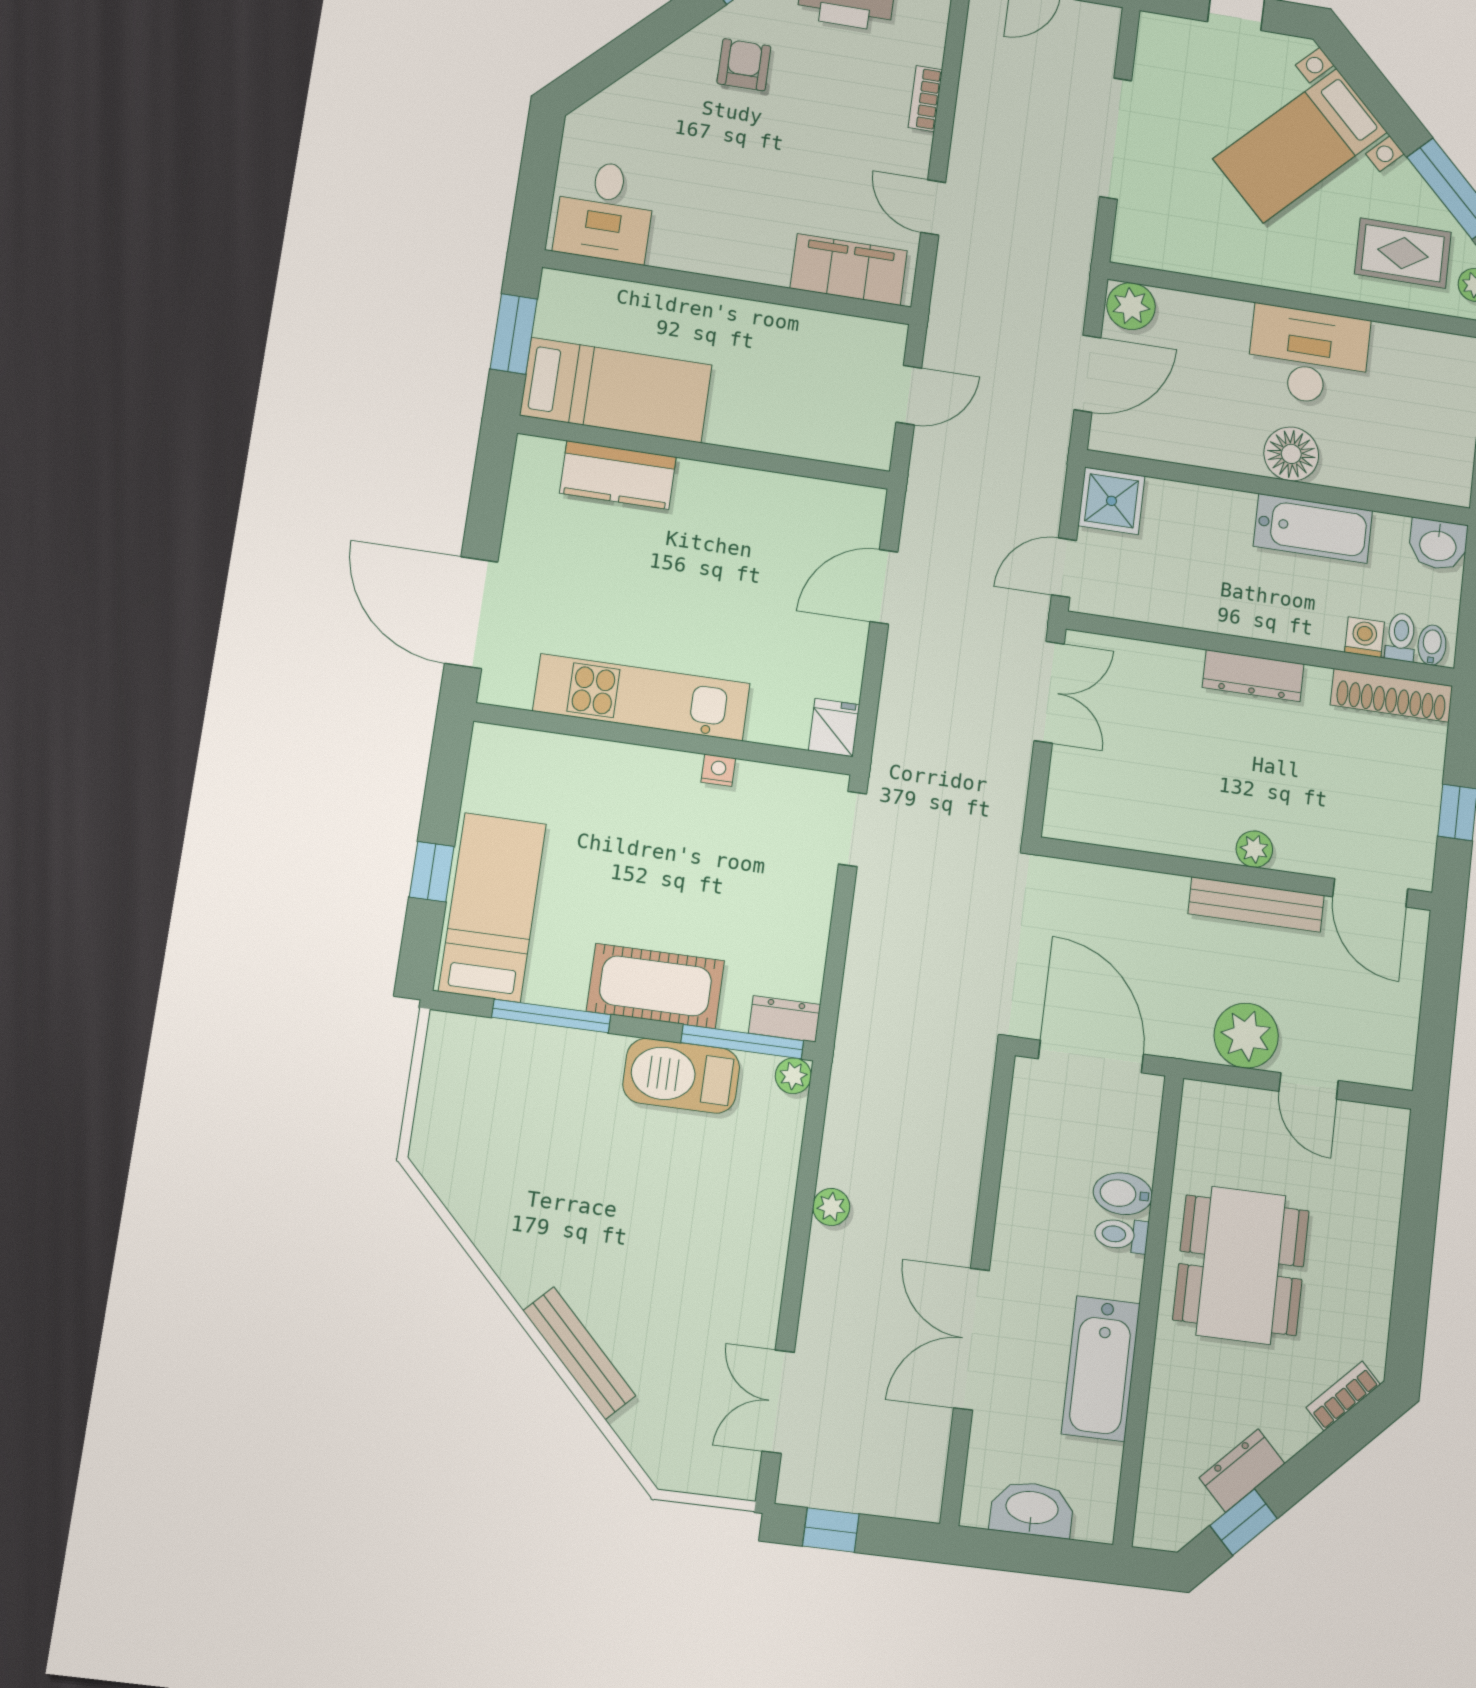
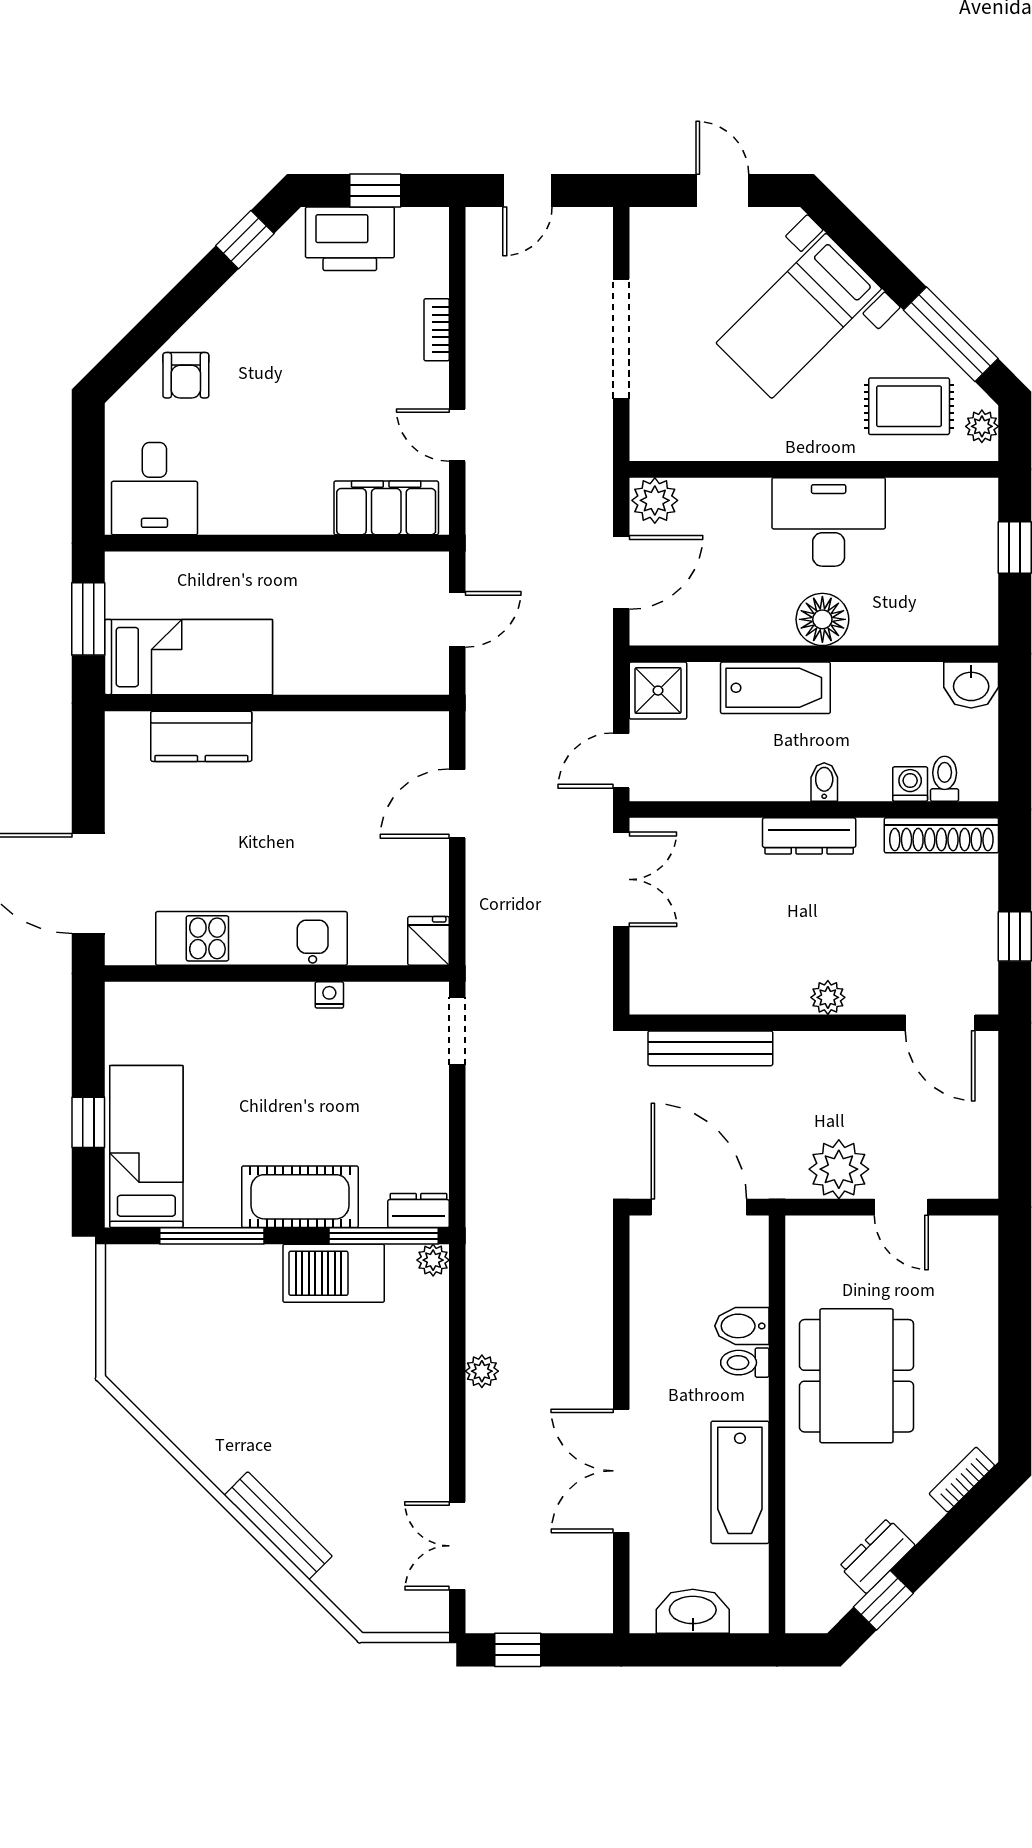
armchair: (744, 65) -> (186, 375), moved, turned 180
bathtub: (1313, 528) -> (775, 688), moved
bidet: (1432, 645) -> (824, 782), moved
bench: (1256, 905) -> (710, 1048), moved

